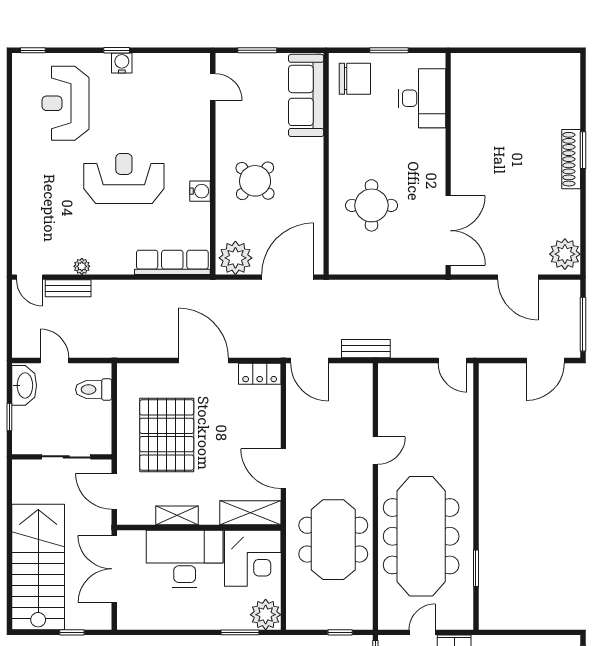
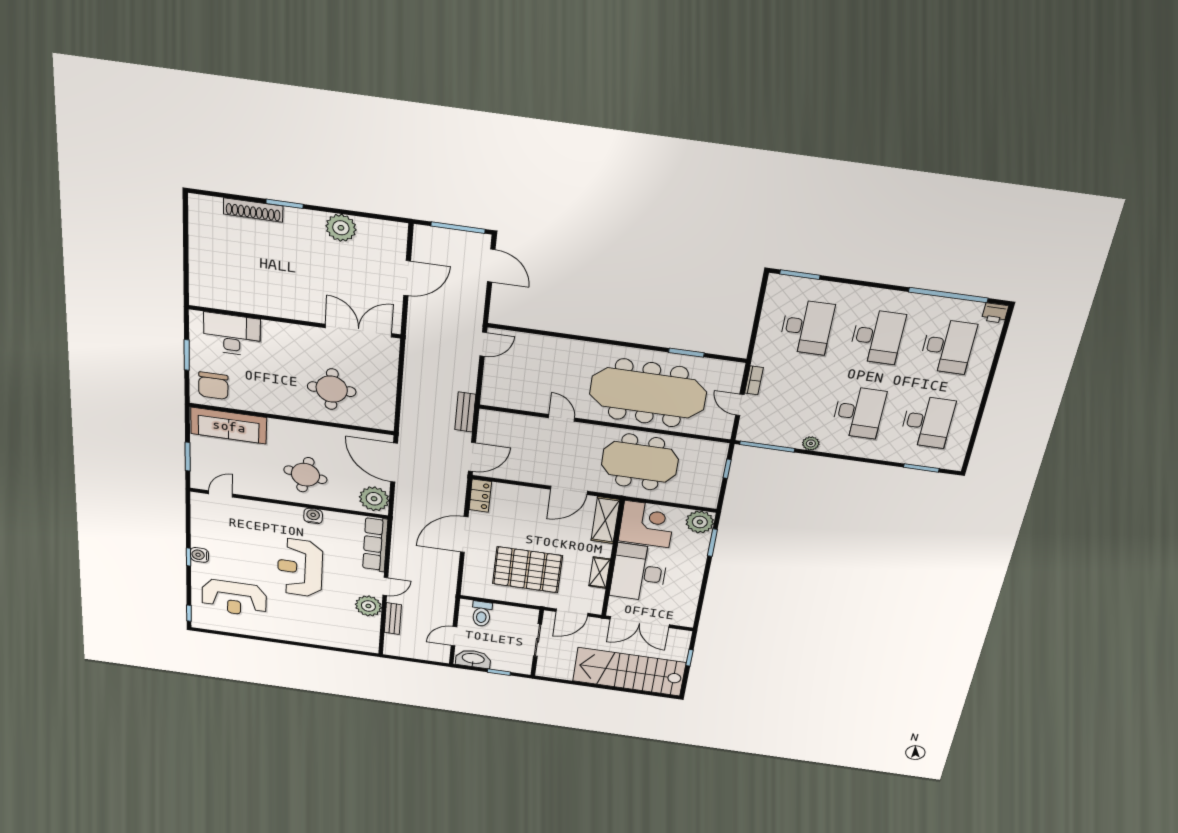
chair: (355, 79) -> (213, 386), turned 180
shoe rack: (571, 159) -> (253, 210), moved
round table: (255, 181) -> (305, 475), turned -34
plant: (565, 254) -> (341, 228), moved
plant: (82, 266) -> (368, 606), width x1.87, depth x1.87
door: (30, 277) -> (385, 586), moved

